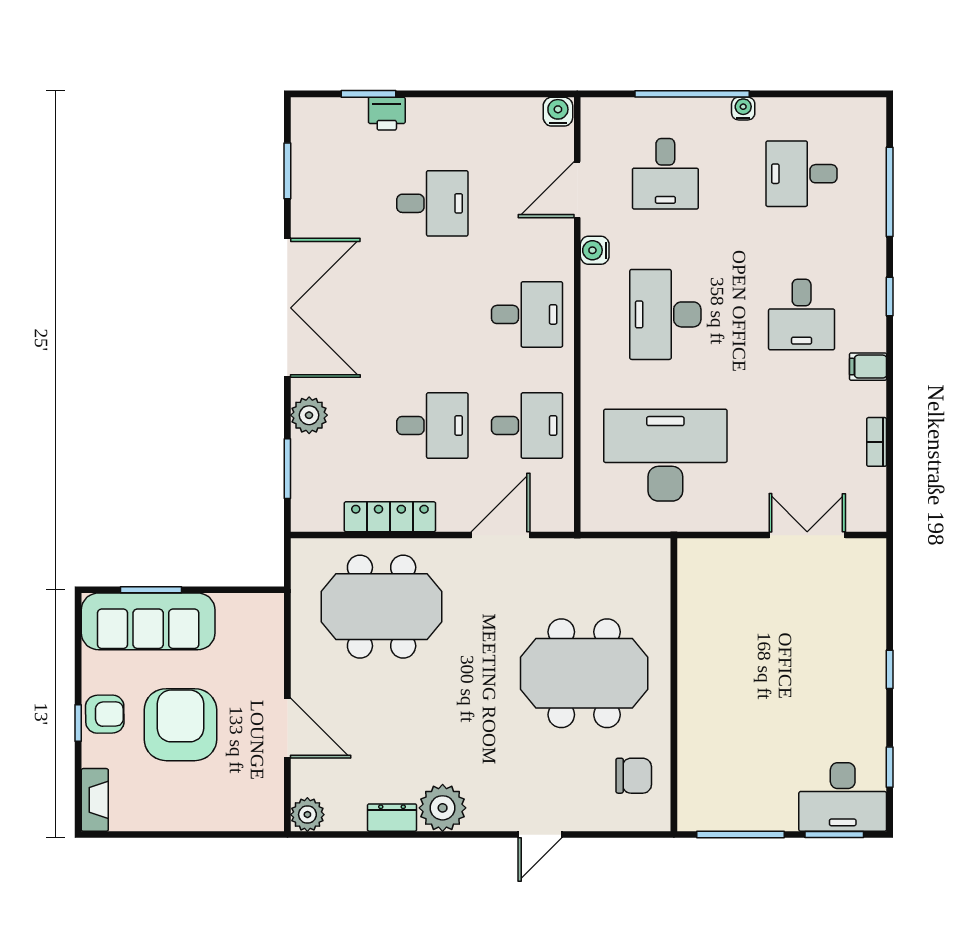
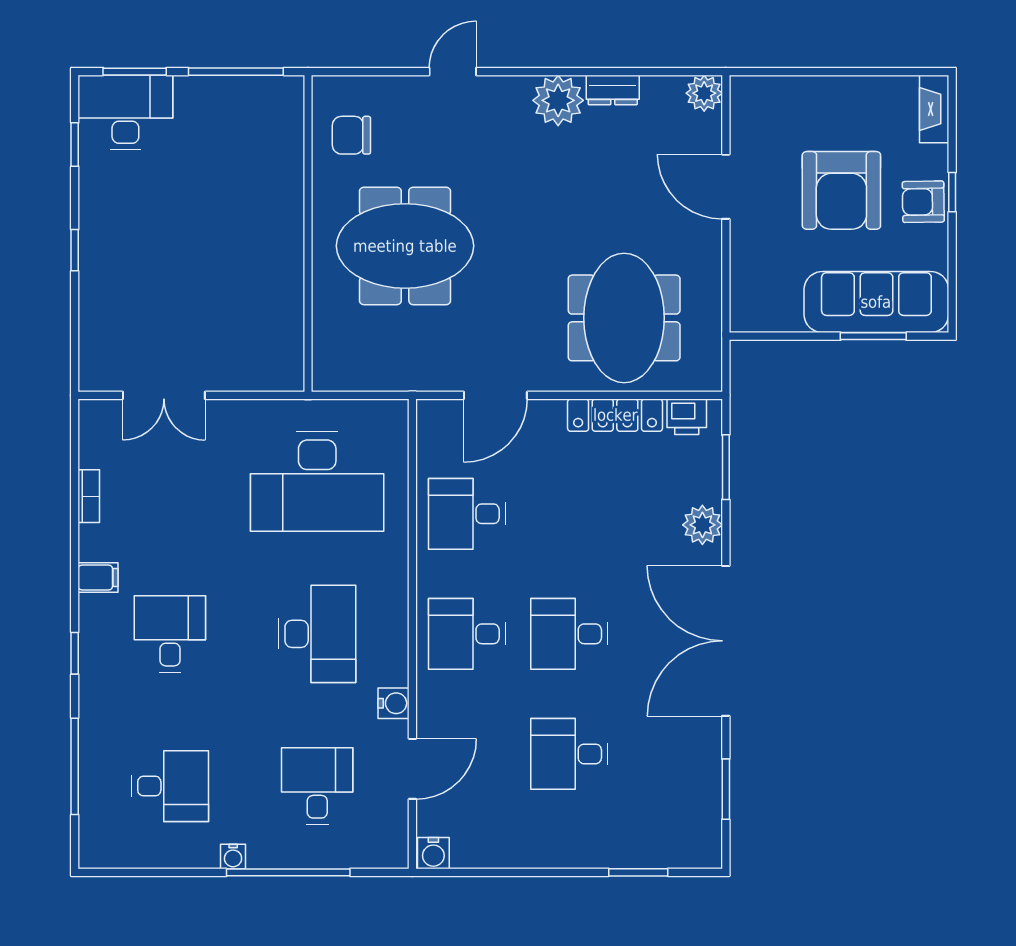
printer: (387, 114) -> (687, 417), moved, turned 180
desk: (432, 426) -> (569, 634), moved
meeting table: (382, 607) -> (624, 318), turned 90

